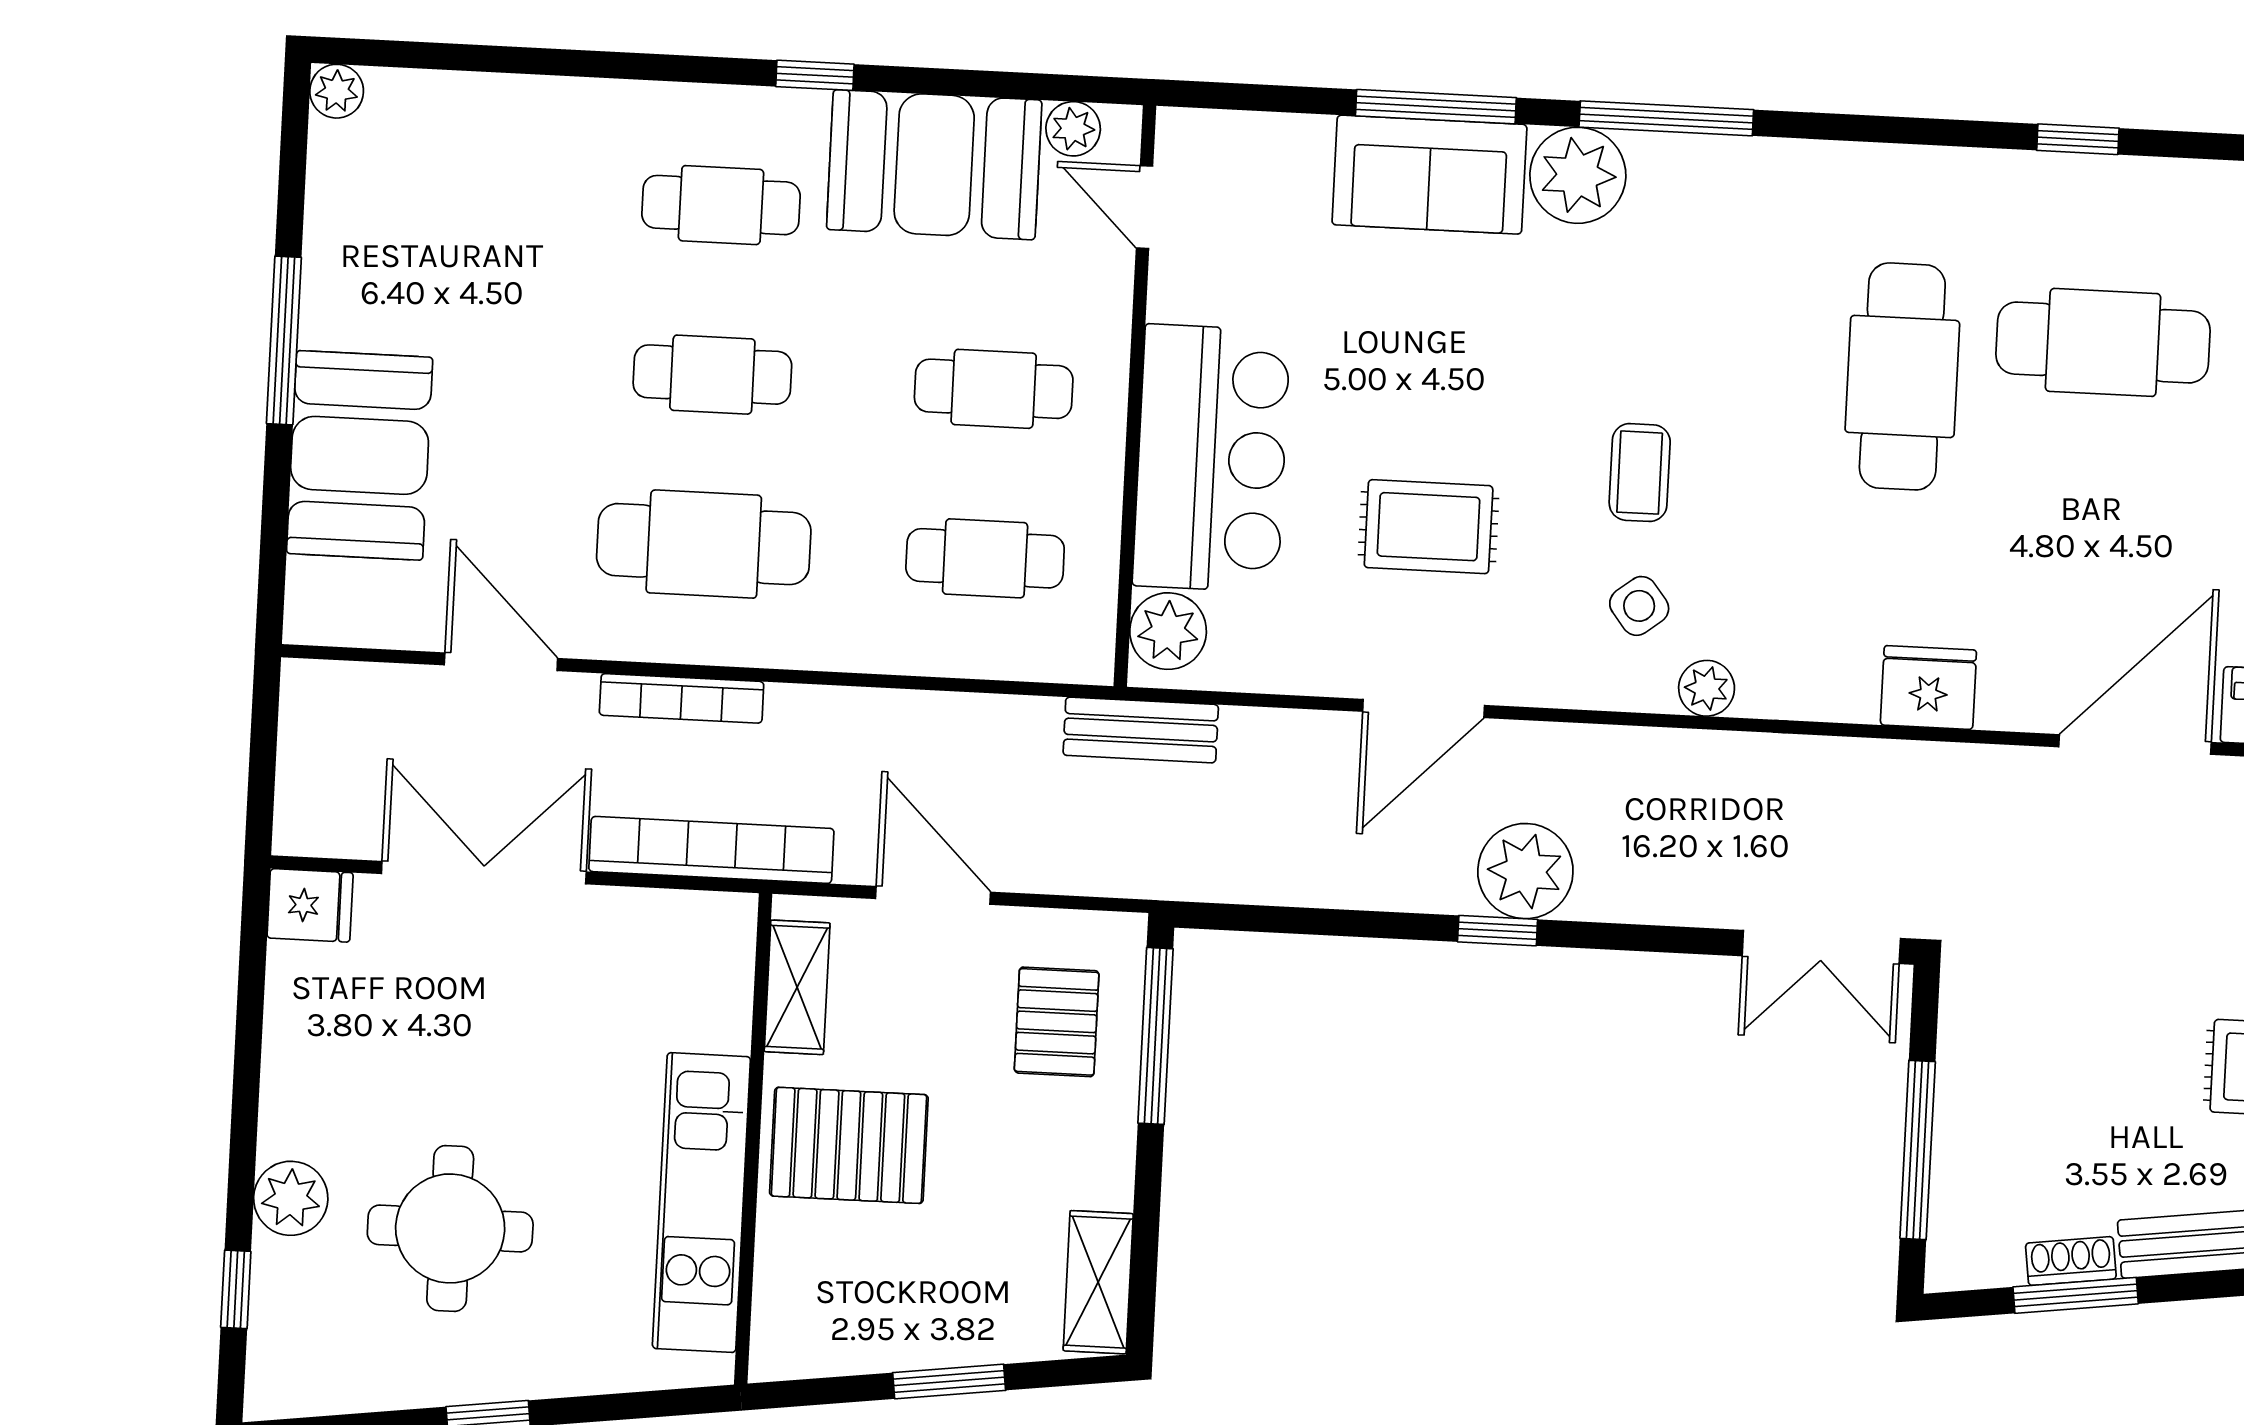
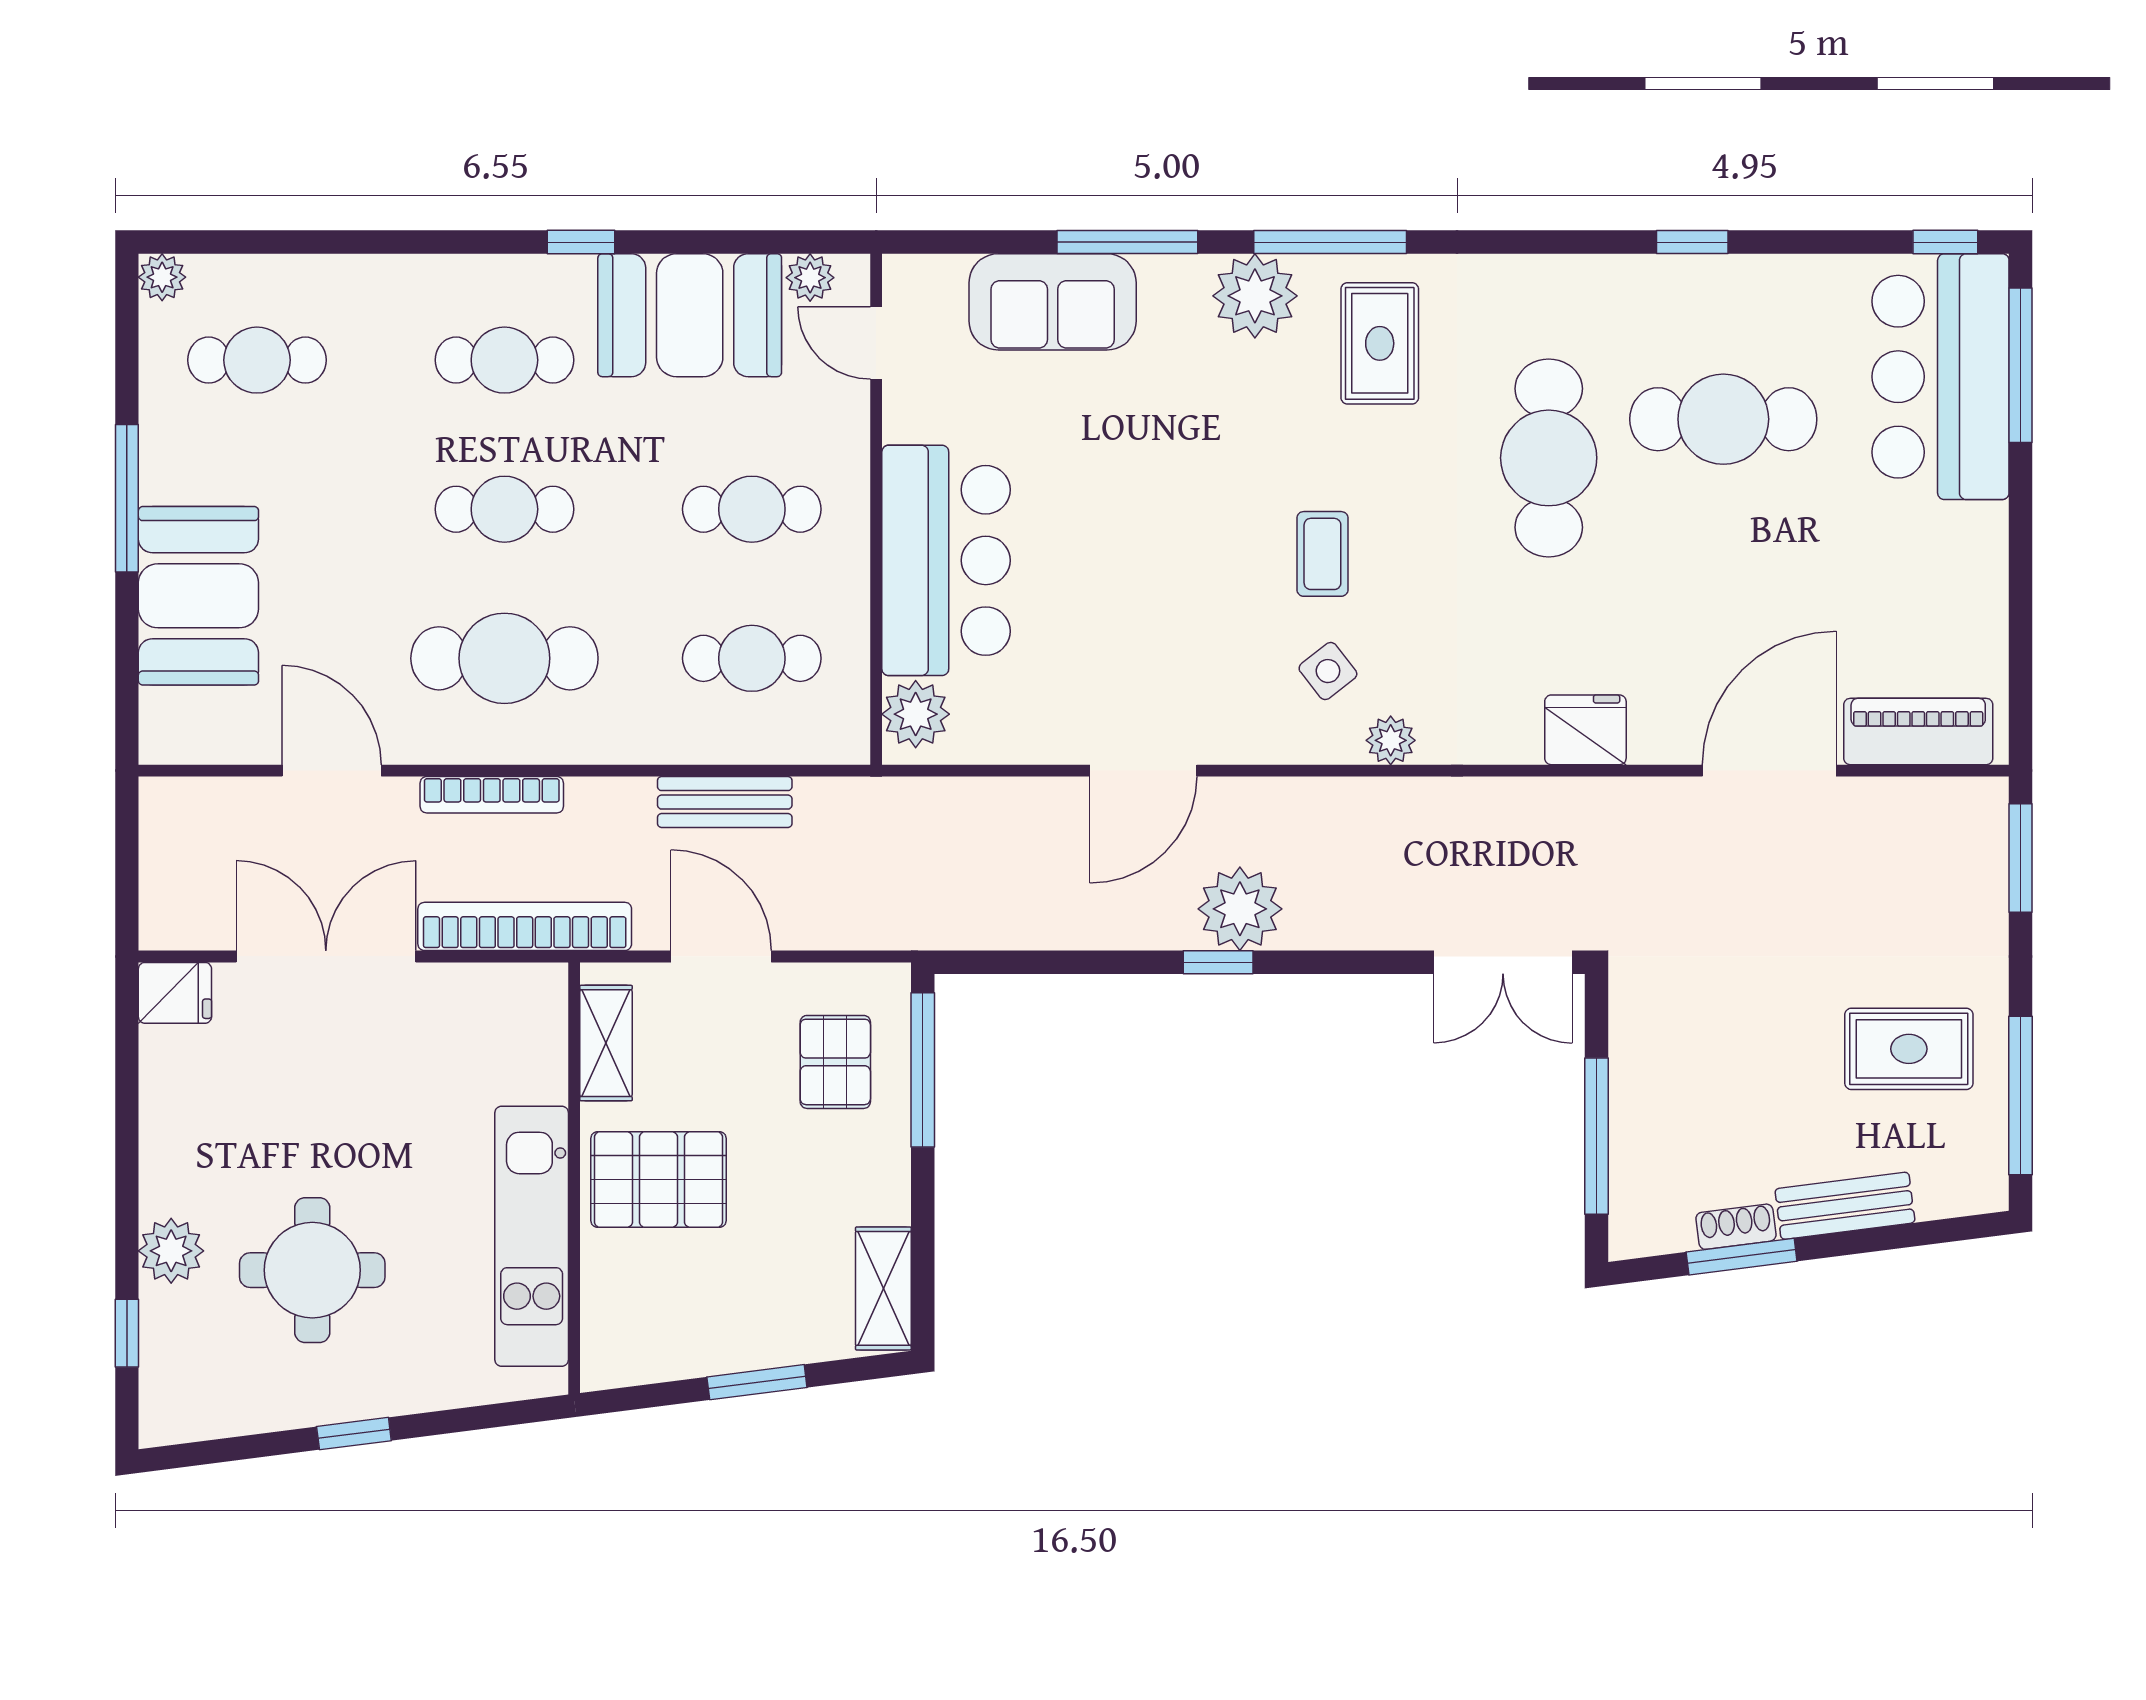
sofa: (1429, 175) -> (1053, 302), moved
cafe table: (440, 191) -> (257, 360), added
rug: (1429, 527) -> (1380, 343), moved, turned 90
bench: (1141, 730) -> (725, 802), moved

